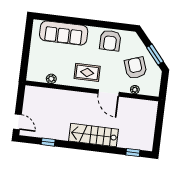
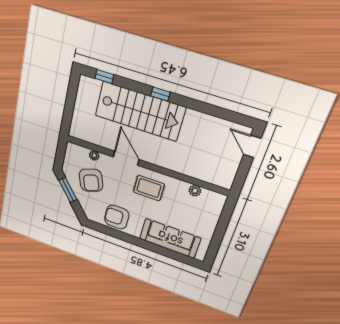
armchair: (110, 40) -> (117, 217), turned -90
stairs: (94, 135) -> (140, 111), width x1.36, depth x1.51
window: (48, 142) -> (160, 94), moved

